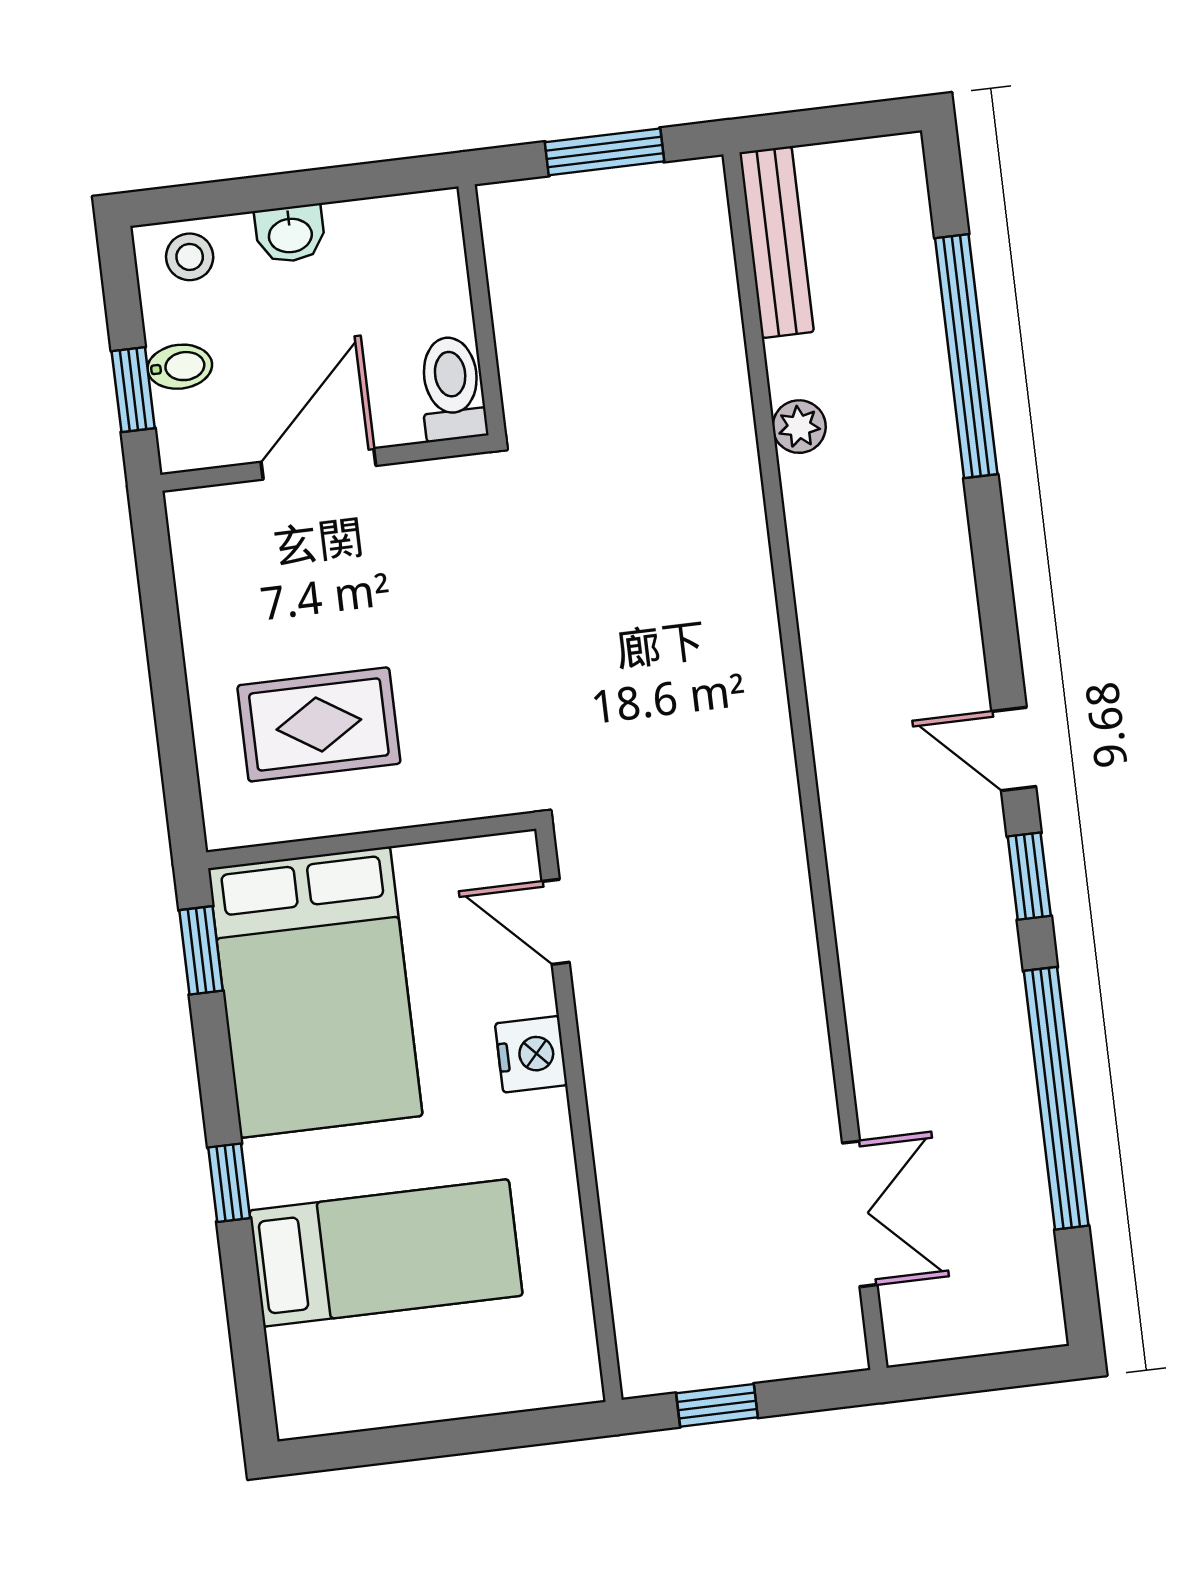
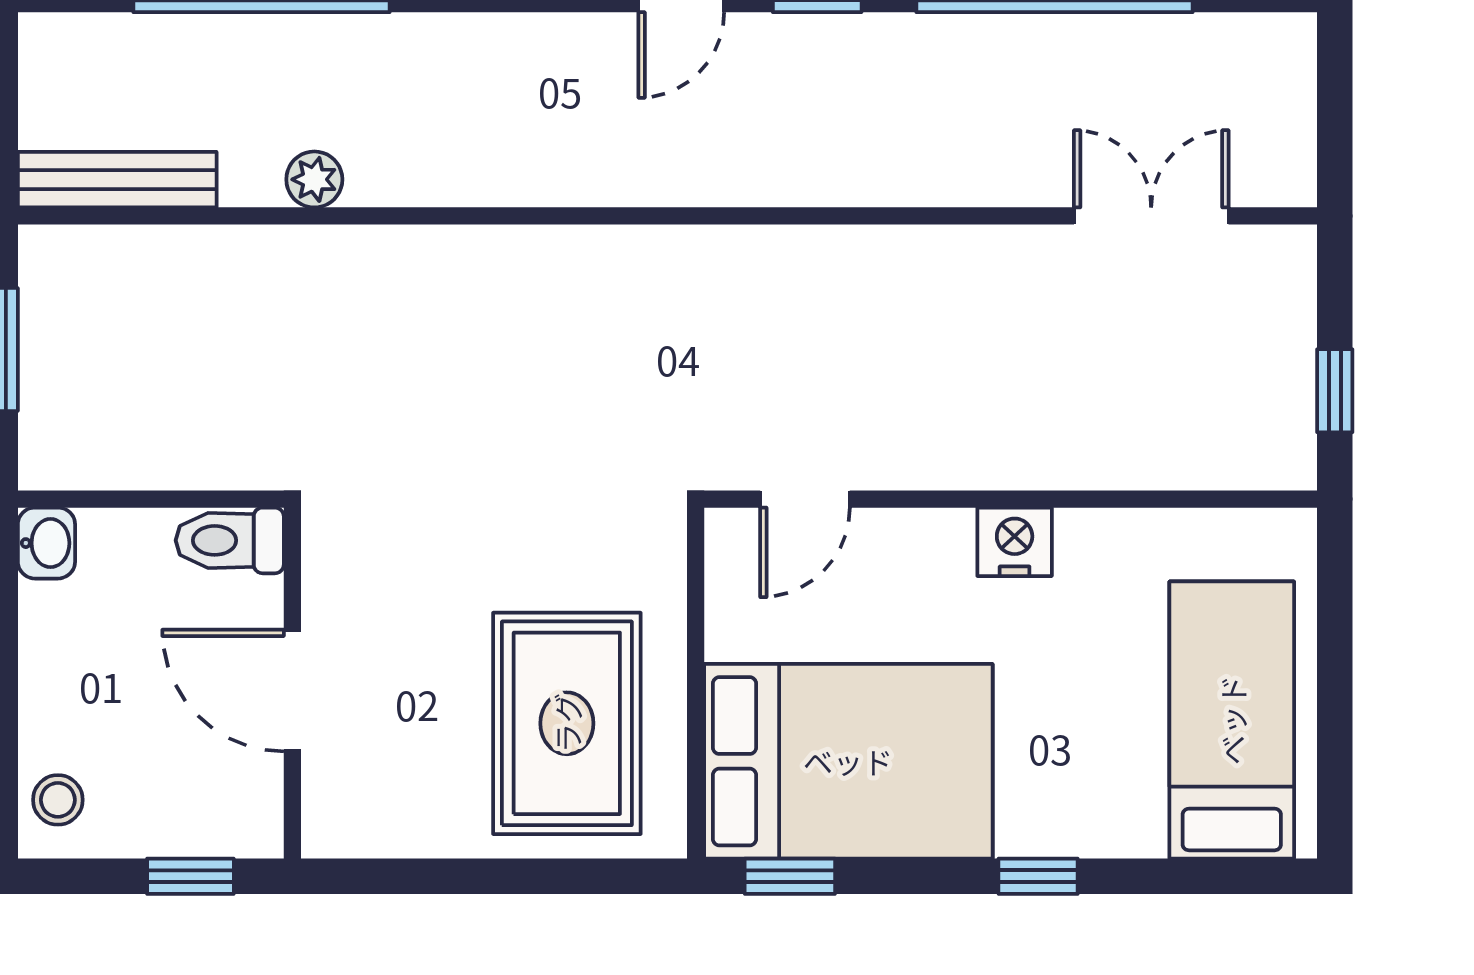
washbasin: (290, 234) -> (46, 543), moved
bidet: (180, 367) -> (172, 824), removed
rug: (319, 724) -> (567, 723), width x1.36, depth x1.43
nightstand: (531, 1054) -> (1015, 542), moved
bed: (386, 1253) -> (1232, 720), moved

